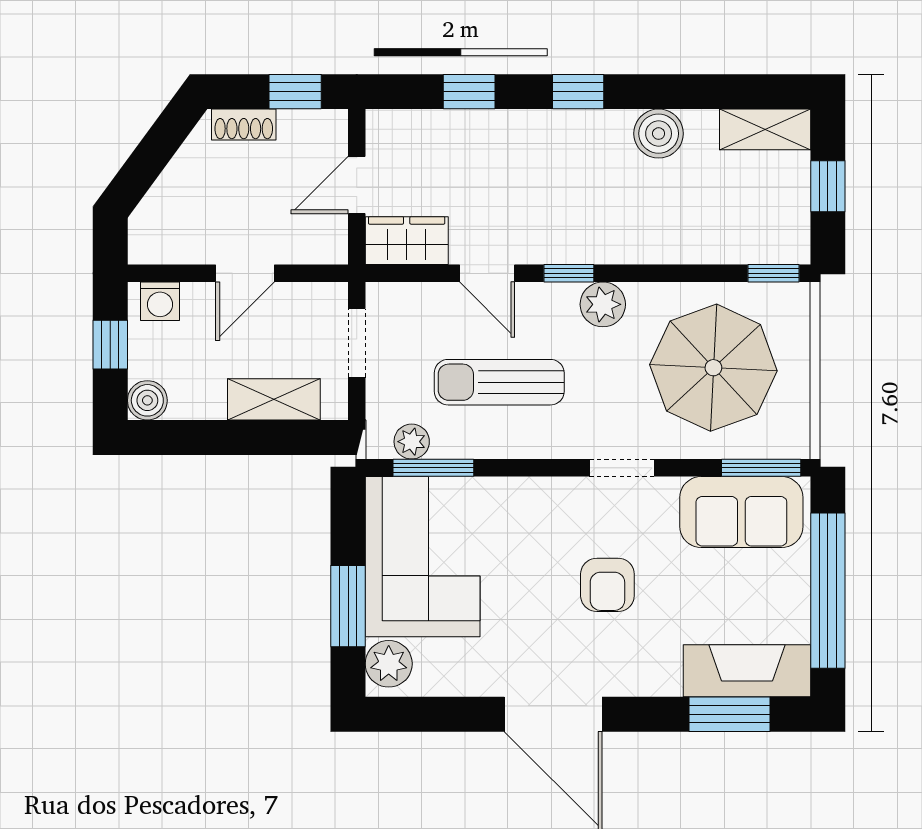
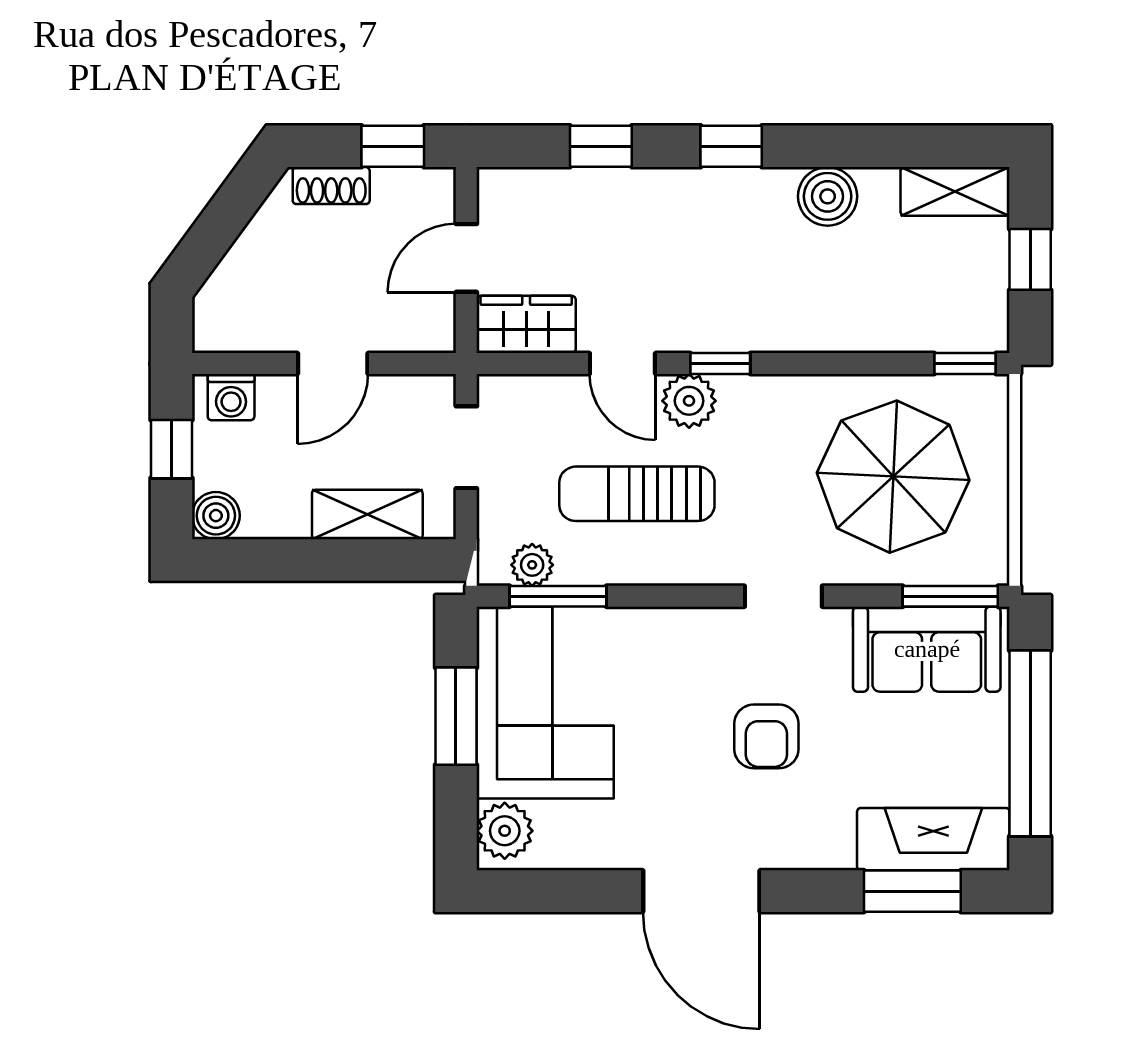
plant: (603, 304) -> (689, 401), moved
window: (348, 606) -> (456, 716), moved

